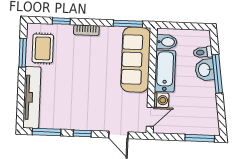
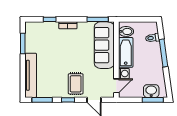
rug: (43, 48) -> (76, 84), moved
washbasin: (205, 70) -> (151, 91), moved, turned 98

